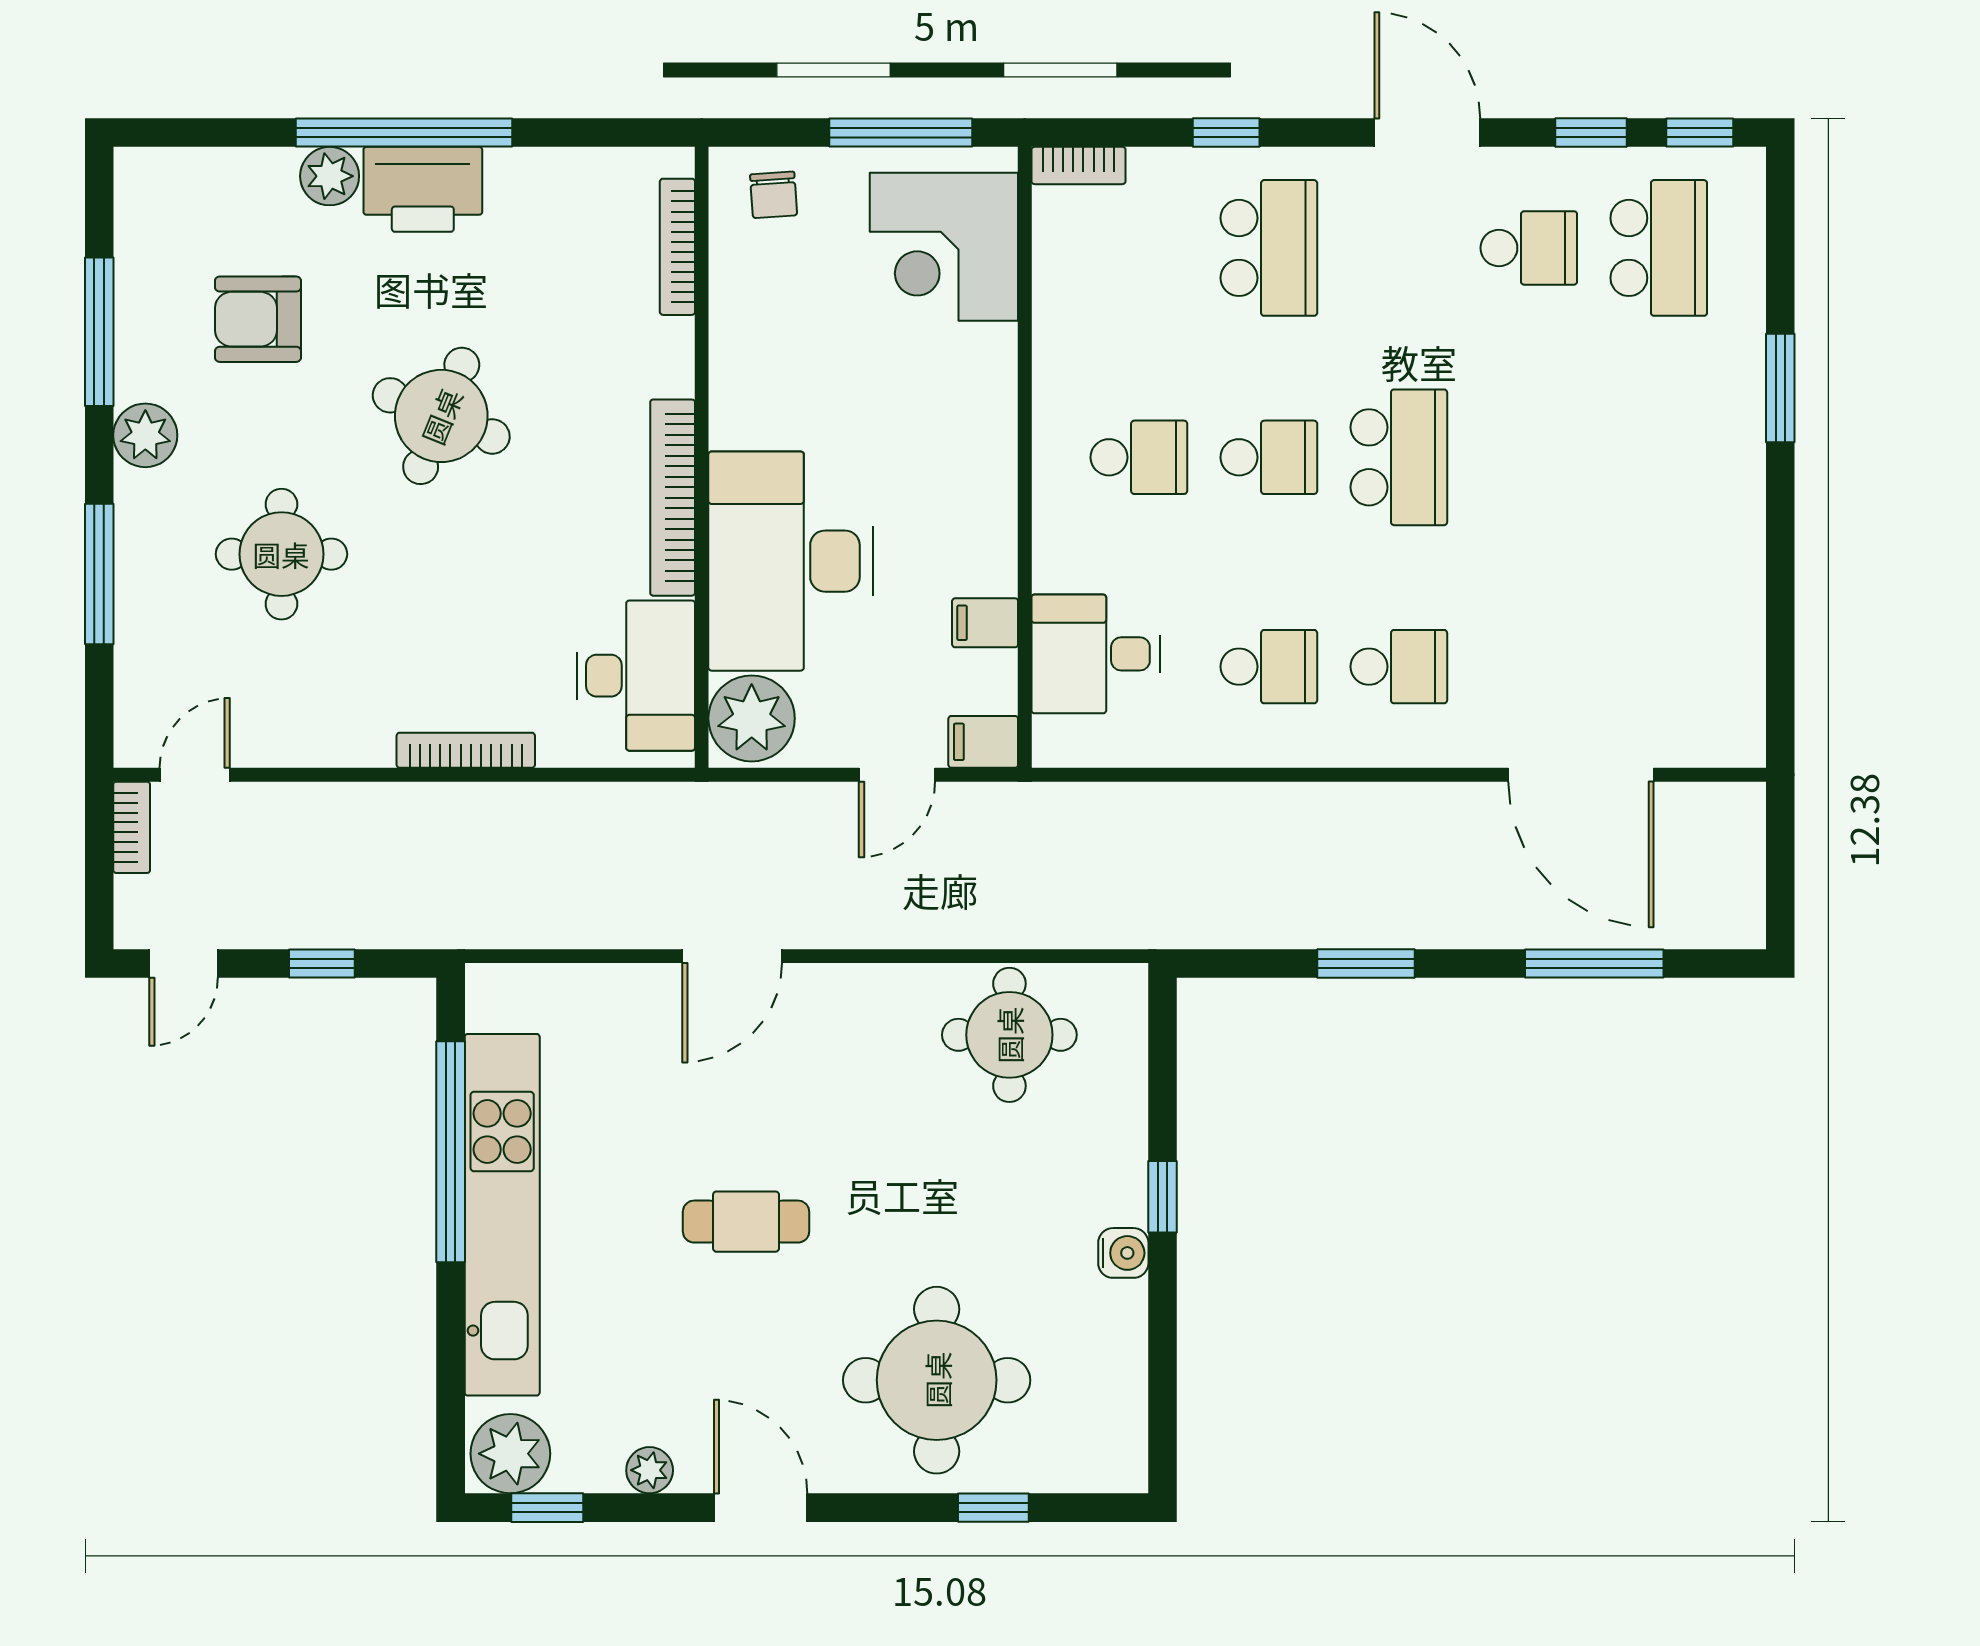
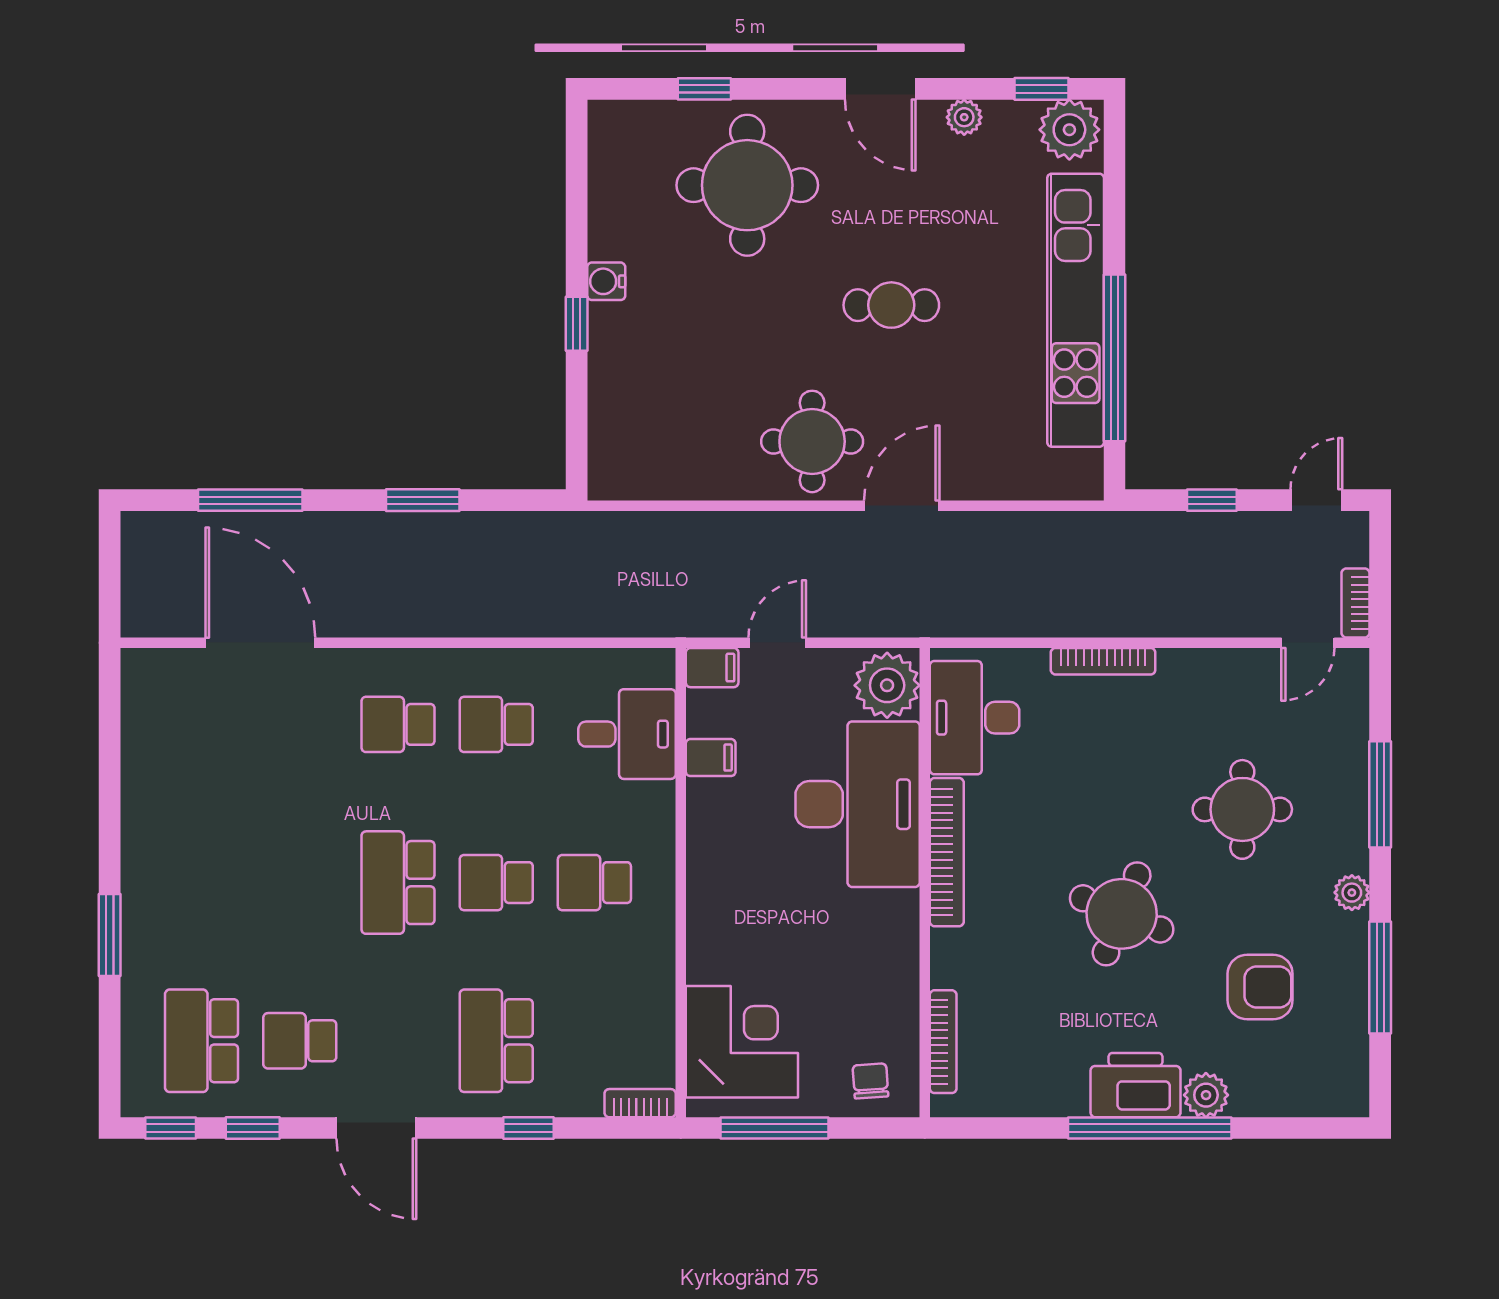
plant: (145, 435) -> (1352, 893), width x0.73, depth x0.73
round table: (1009, 1035) -> (812, 441), moved

